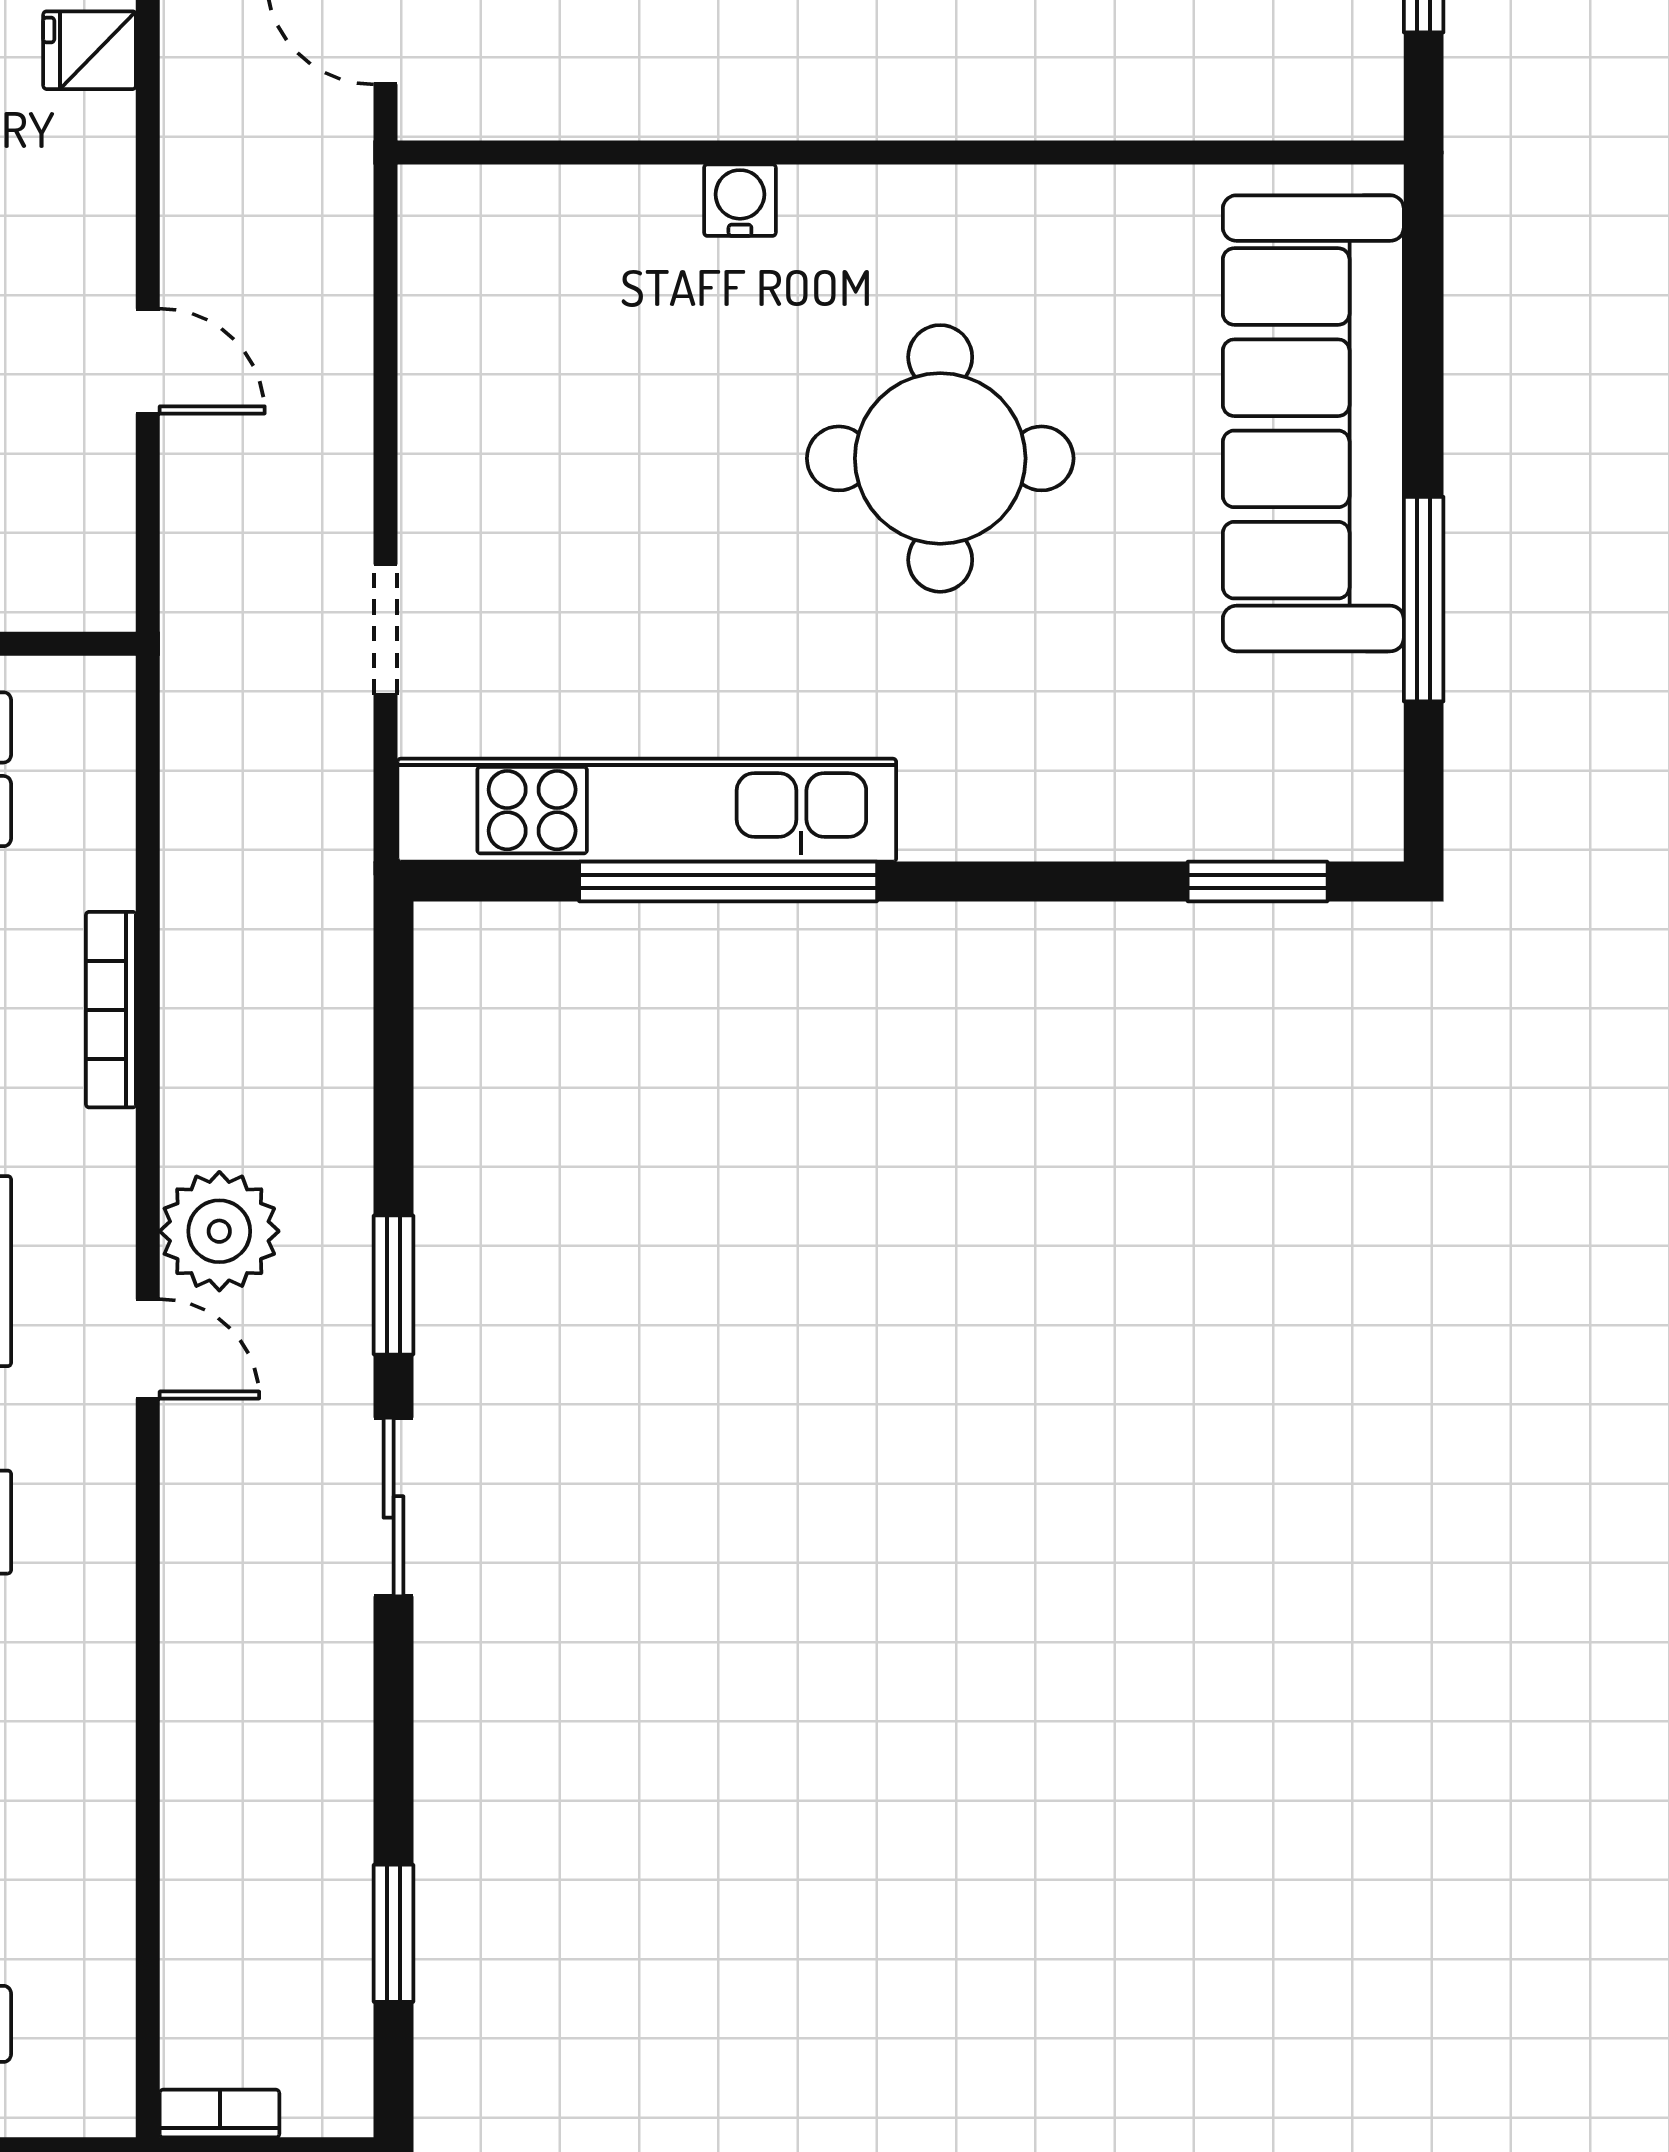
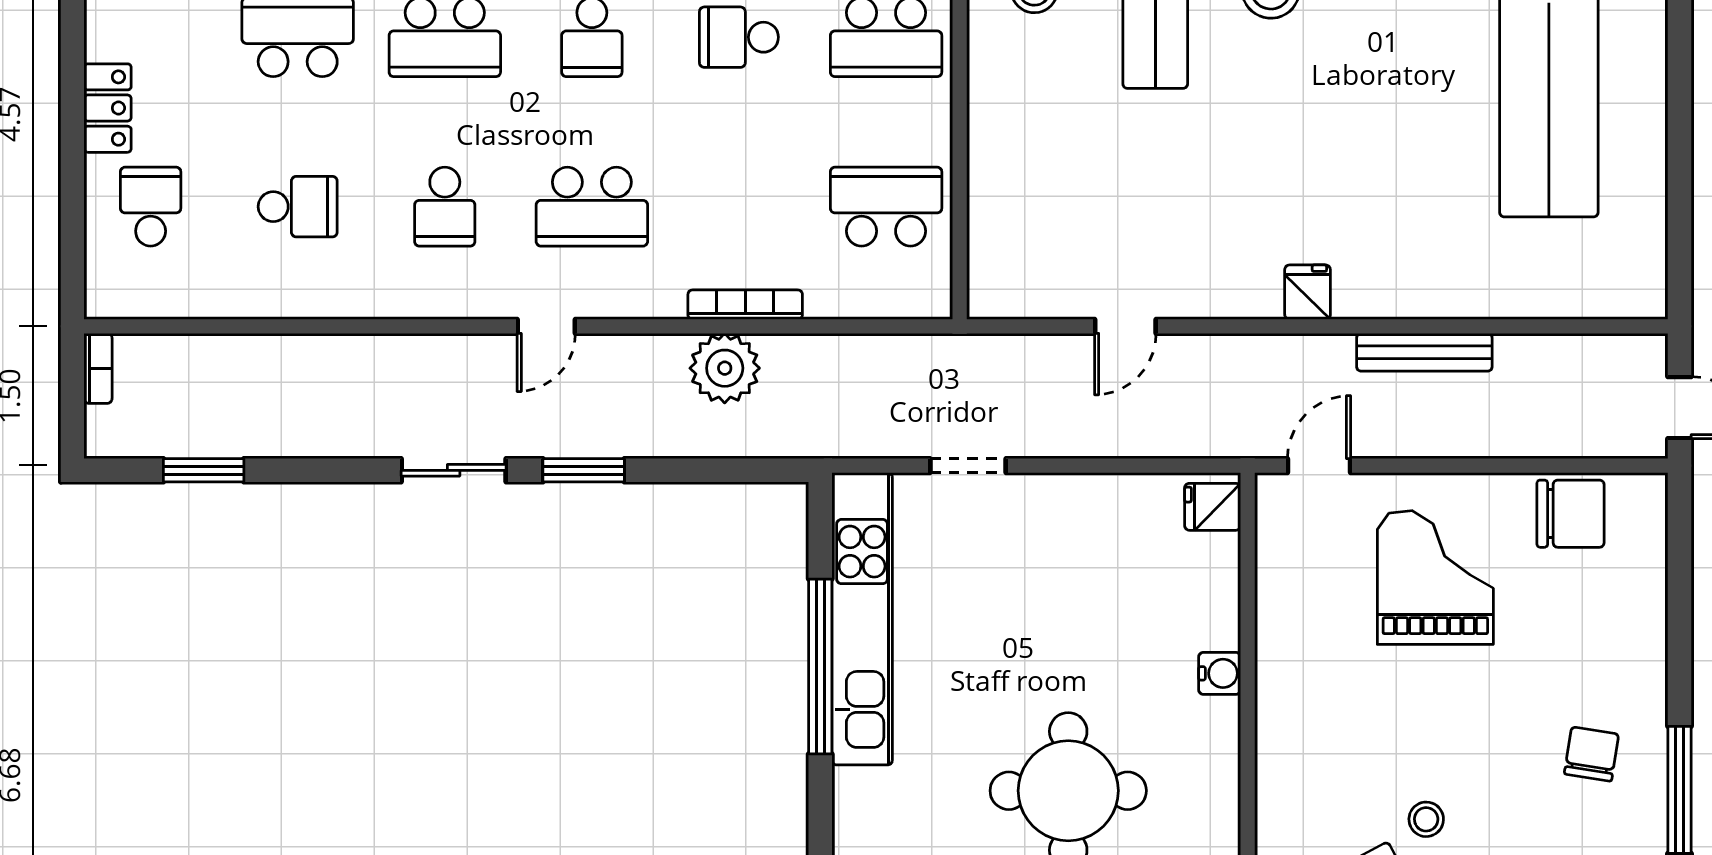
fridge: (456, 212) -> (1213, 507), added
plant: (219, 1231) -> (725, 368), moved

